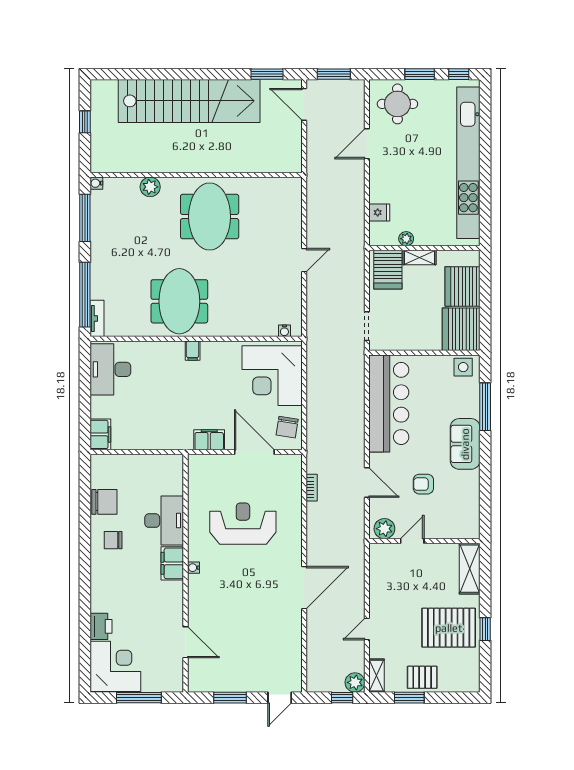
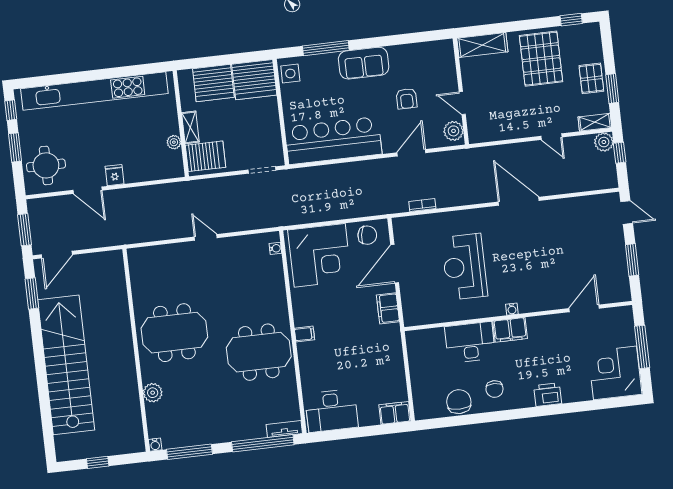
fridge: (379, 213) -> (115, 175), moved
printer: (101, 626) -> (548, 395), moved
window: (485, 629) -> (571, 20), moved

